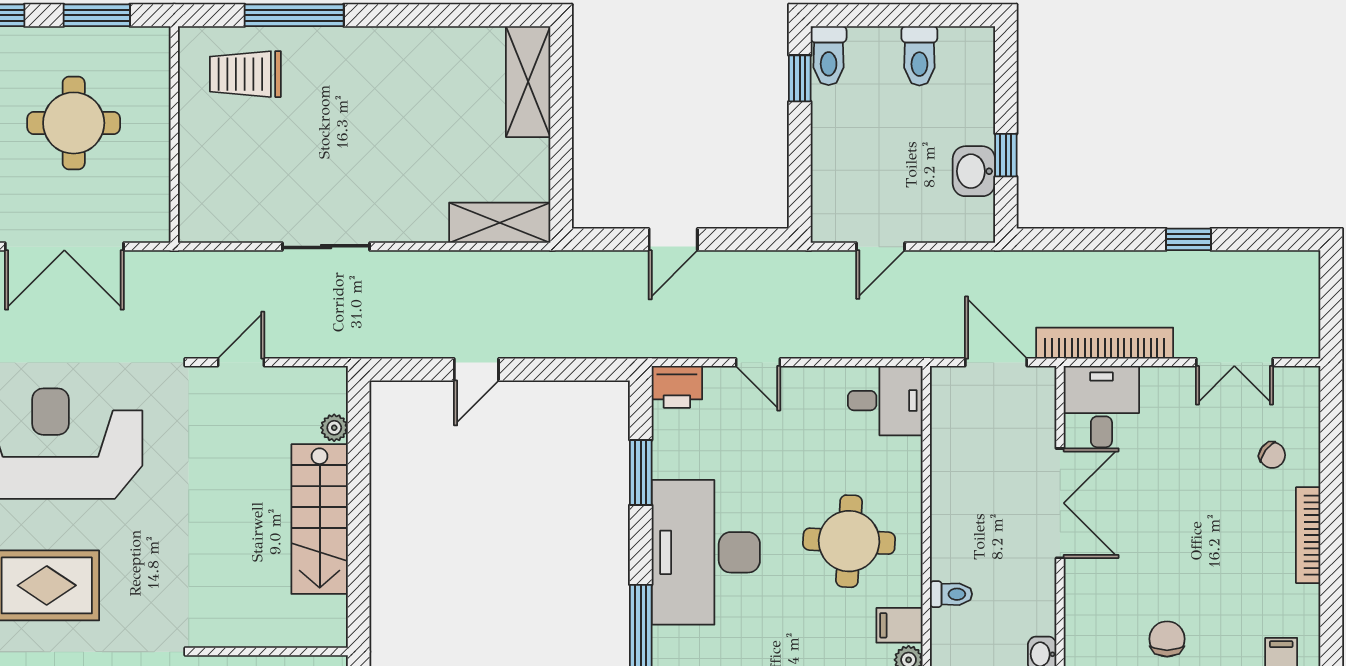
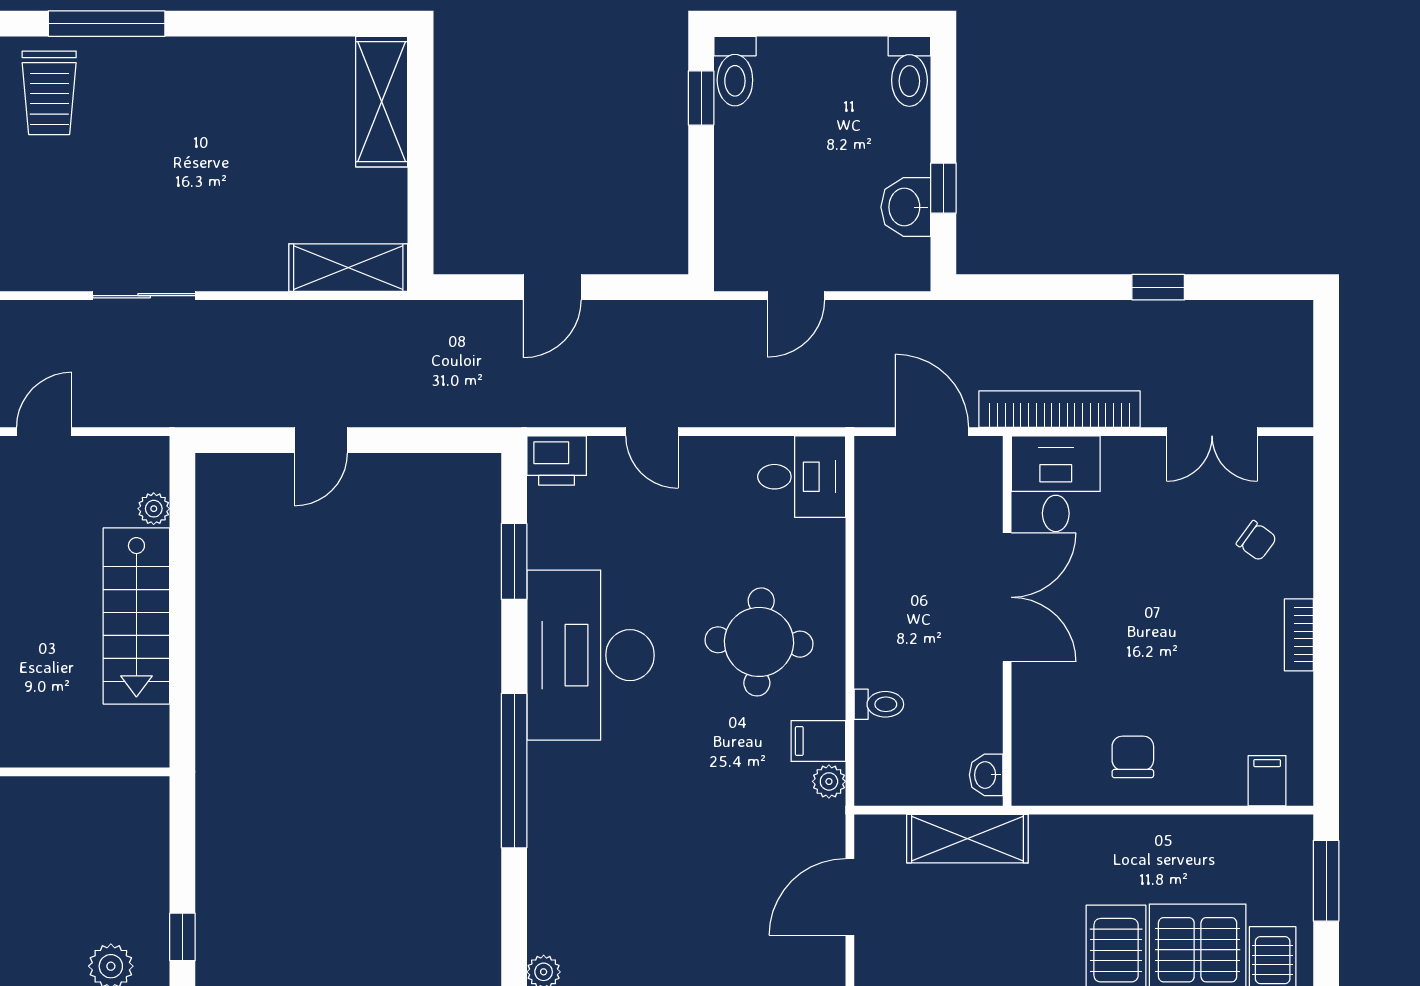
toilet: (919, 56) -> (909, 71), moved
trolley: (245, 74) -> (49, 93), turned -90
bookcase: (1308, 535) -> (1299, 635), width x0.64

